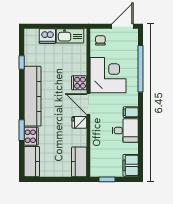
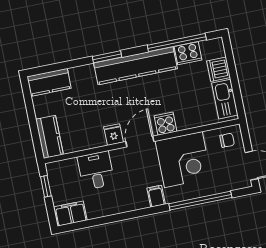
window: (22, 63) -> (177, 42), width x3.17
filing cabinet: (131, 112) -> (156, 196), moved
window: (22, 130) -> (107, 57), moved
desk: (125, 131) -> (96, 171), moved, turned 180
cooker: (31, 136) -> (188, 53), moved
kitchen counter: (79, 162) -> (49, 137), moved, turned 90

